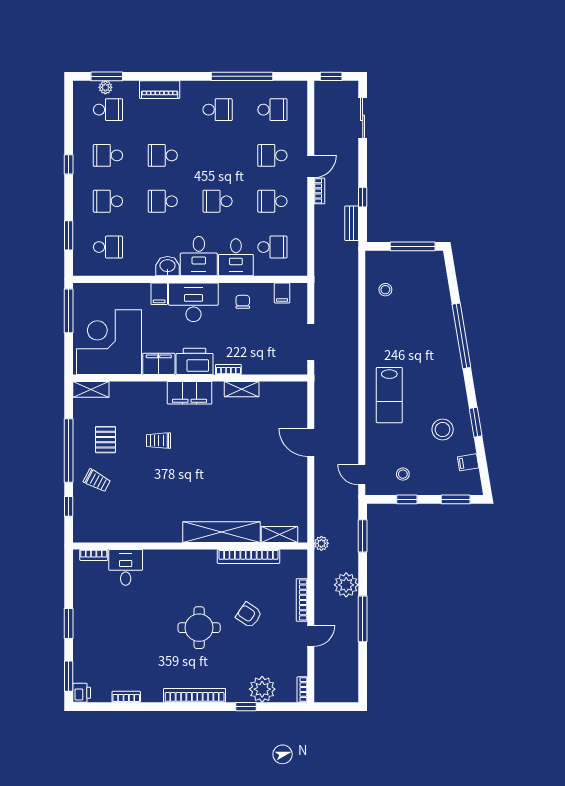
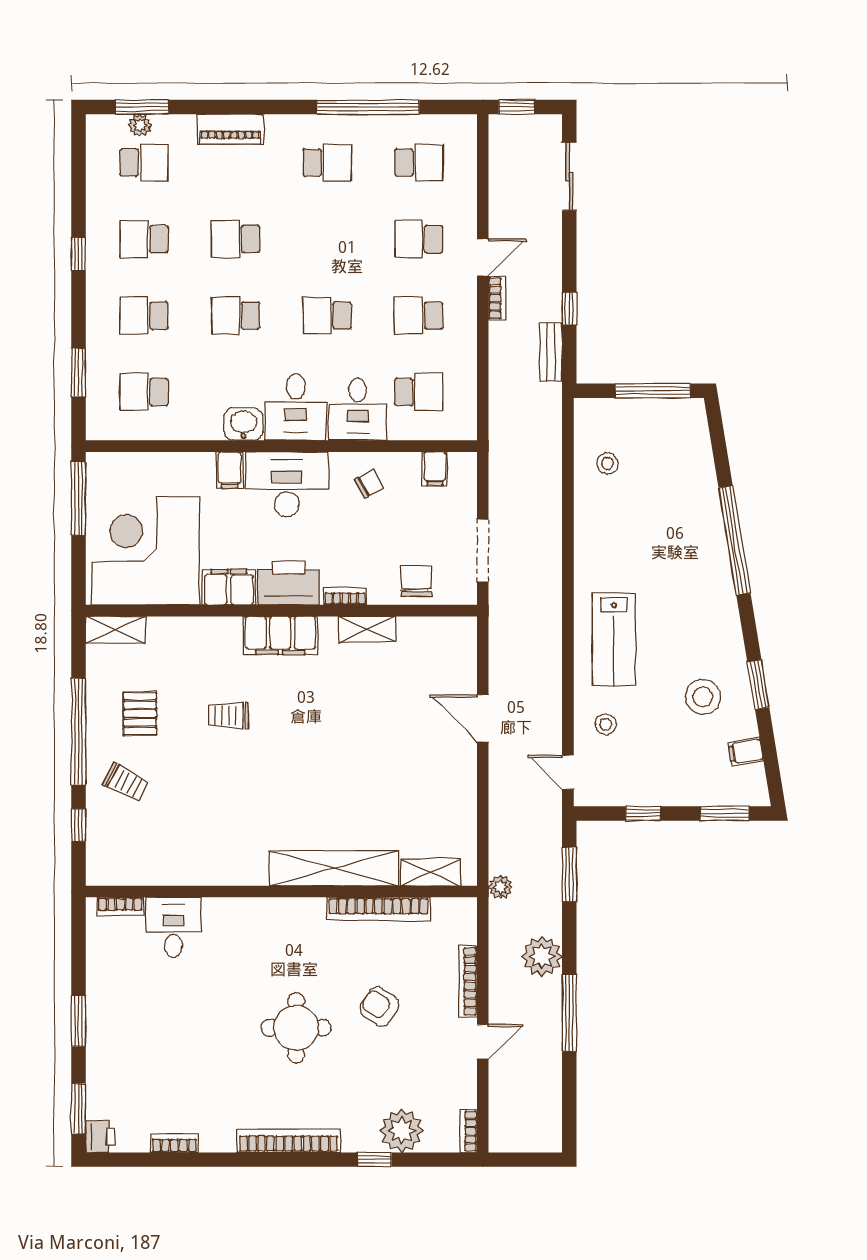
school desk: (108, 247) -> (144, 392), turned 180
chair: (243, 302) -> (369, 484), turned 61
chair: (271, 360) -> (416, 581), added
stool: (403, 474) -> (606, 724), moved

